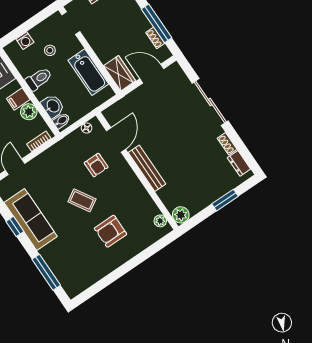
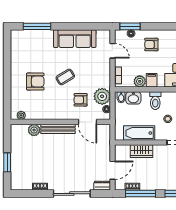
wardrobe: (120, 73) -> (142, 151), moved
plant: (75, 143) -> (102, 96), added
dresser: (239, 163) -> (102, 186), moved
plant: (181, 215) -> (34, 130), moved
window: (15, 226) -> (77, 26), removed
armchair: (111, 231) -> (35, 82), turned 90

